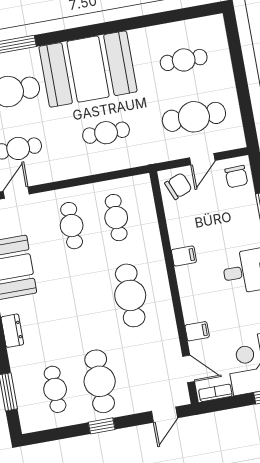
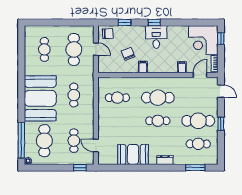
chair: (178, 186) -> (128, 54), moved
cafe table: (72, 226) -> (158, 121), moved

